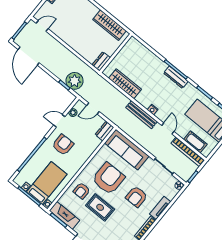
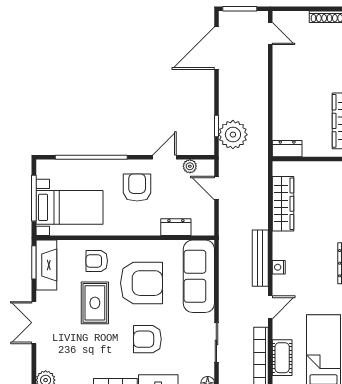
door: (59, 121) -> (164, 157), hinge flipped
dresser: (104, 131) -> (176, 227), moved
armchair: (63, 145) -> (137, 187), turned -90

